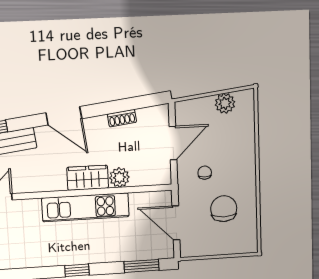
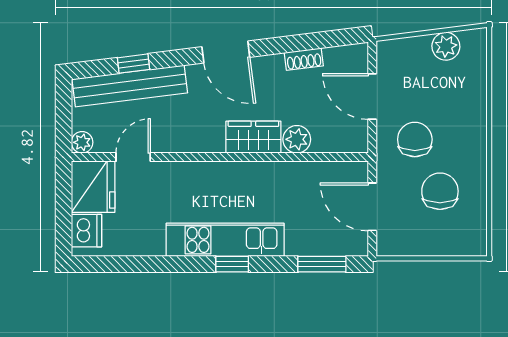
door: (173, 143) -> (372, 97), swing flipped
chair: (205, 173) -> (415, 139), width x1.87, depth x1.87
kitchen unit: (86, 207) -> (225, 240), moved, turned 180

